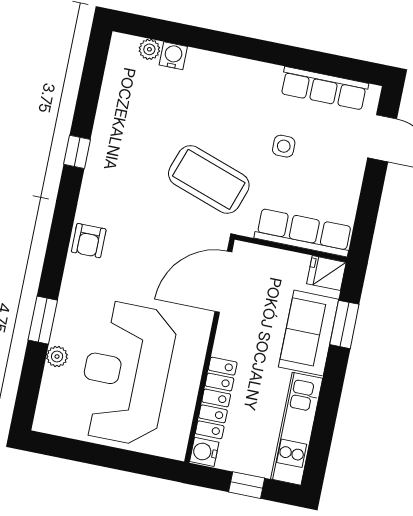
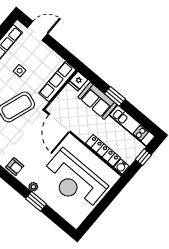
window: (344, 324) -> (115, 96), moved
plant: (57, 356) -> (33, 187), moved

